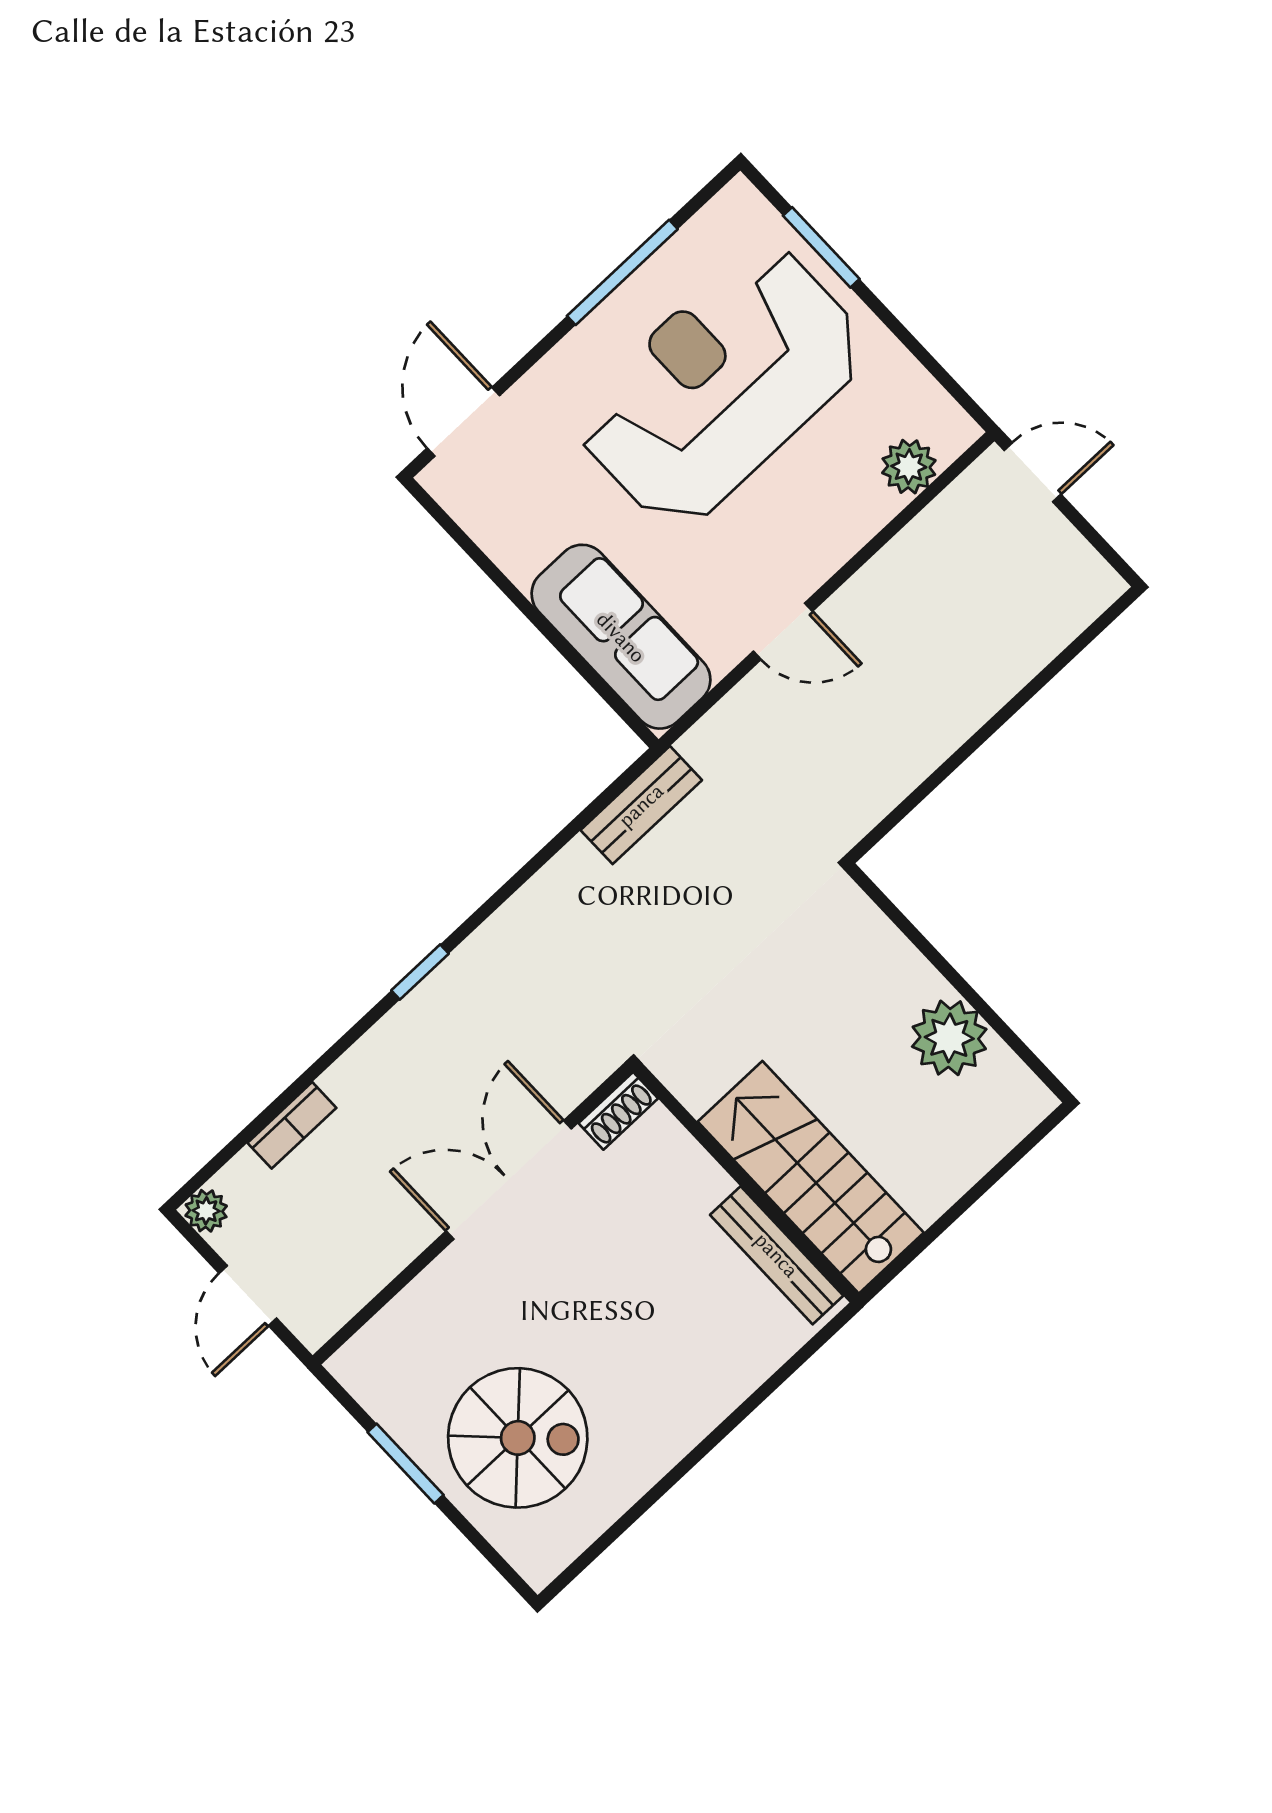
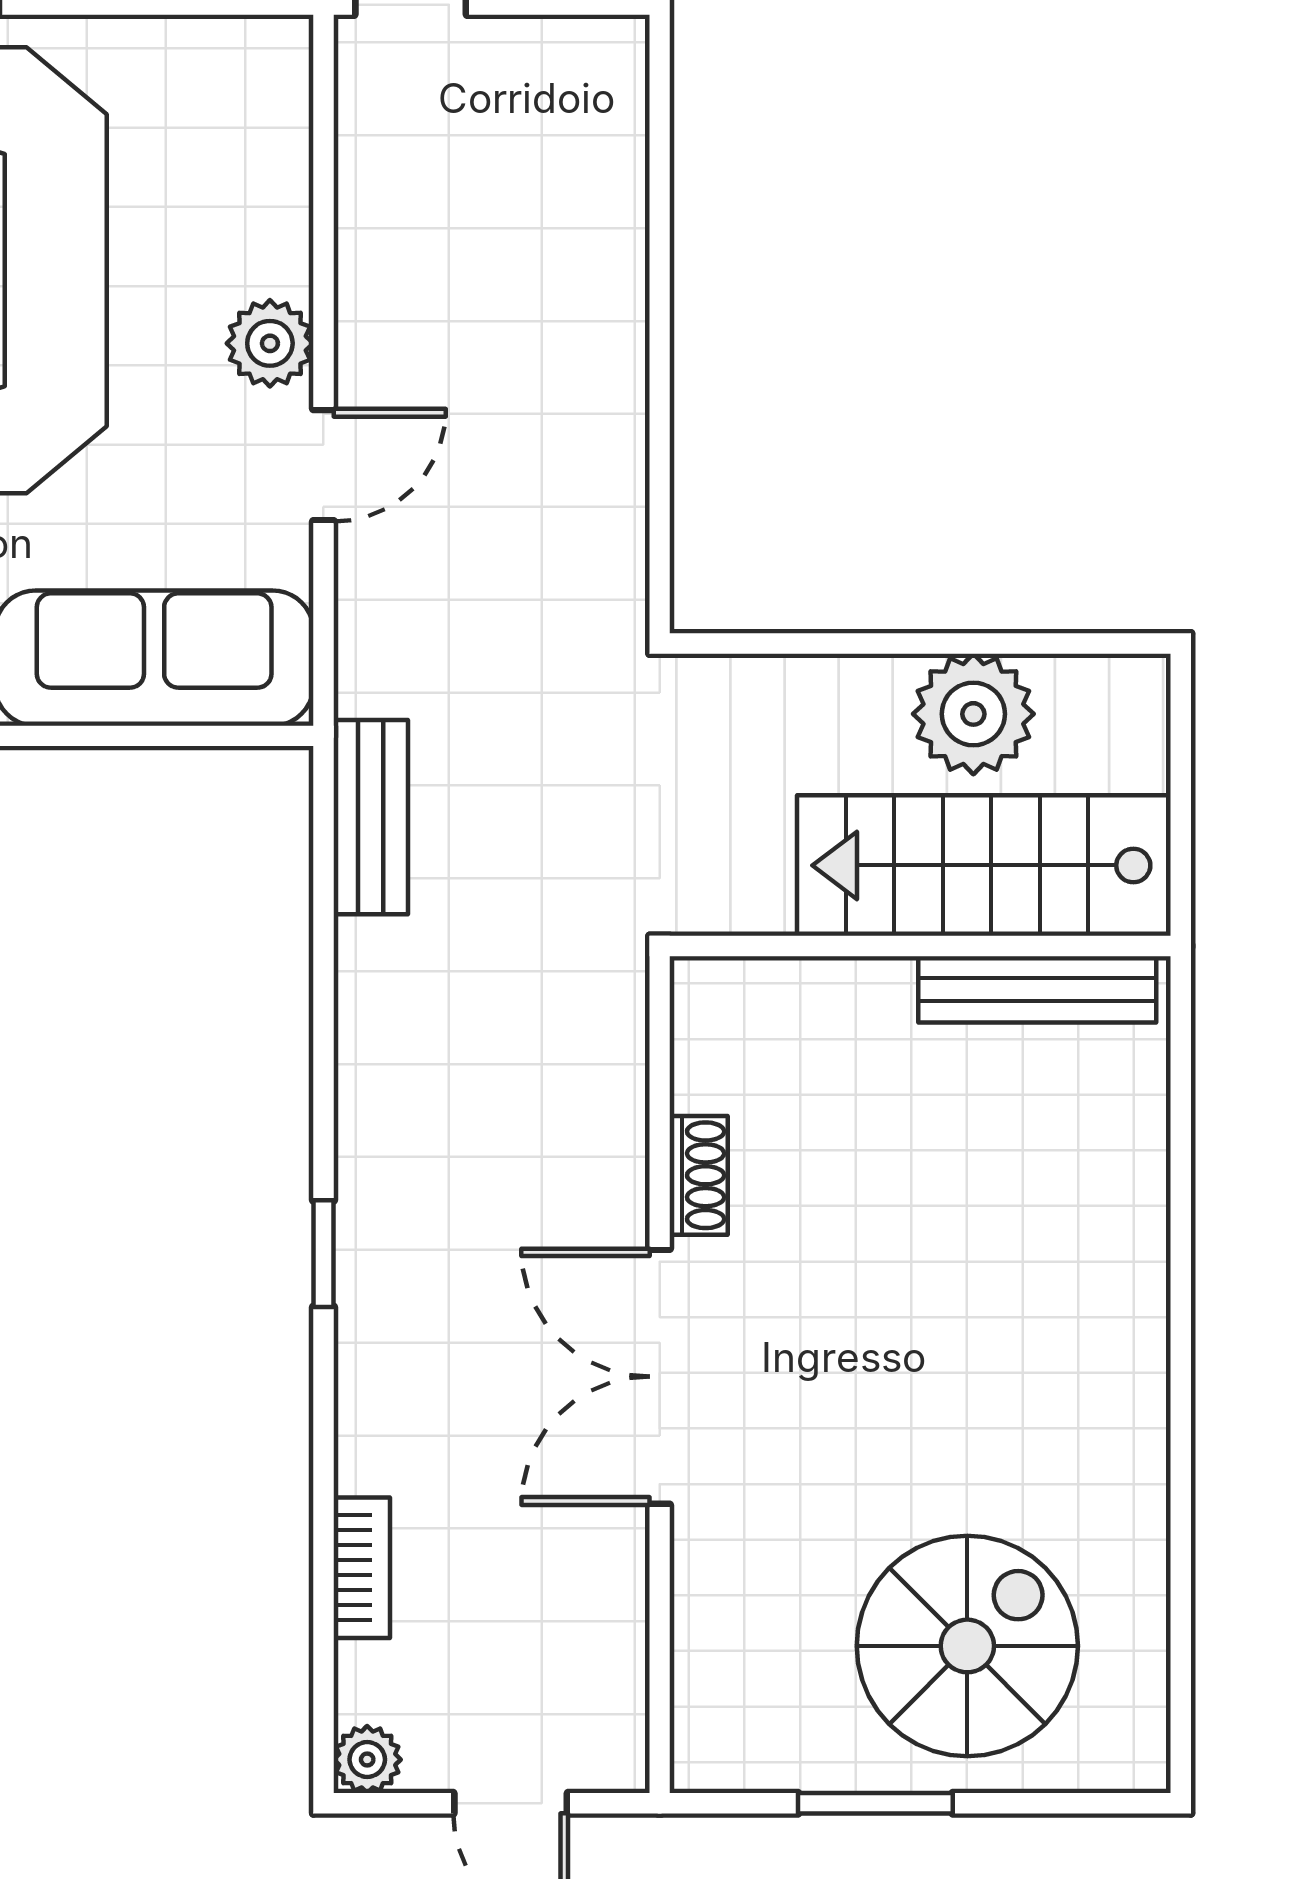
plant: (909, 467) -> (270, 343), moved
stairs: (811, 1177) -> (984, 865), moved
wall: (746, 1183) -> (920, 946), moved
bench: (777, 1255) -> (1037, 989), moved

